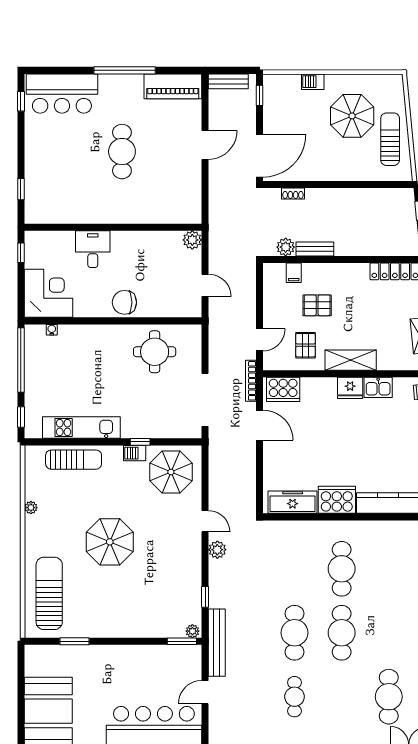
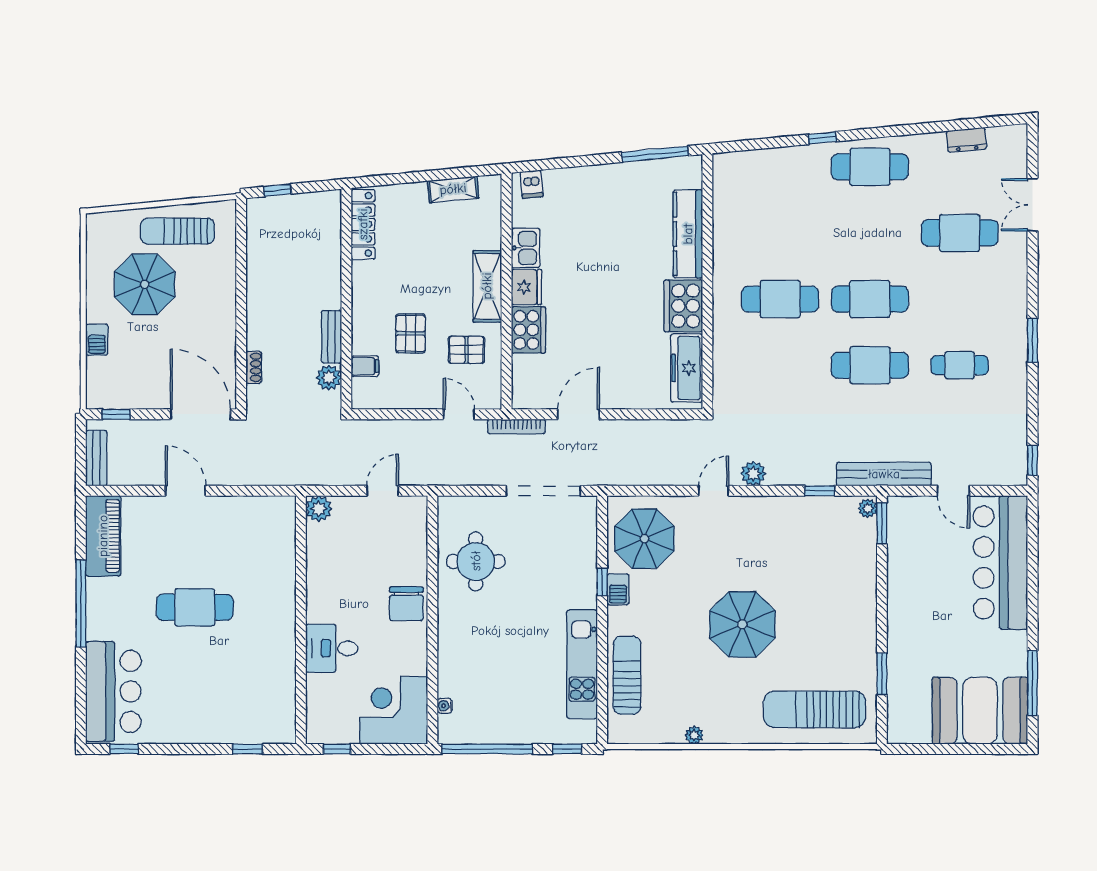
cooker: (283, 389) -> (528, 330), moved

